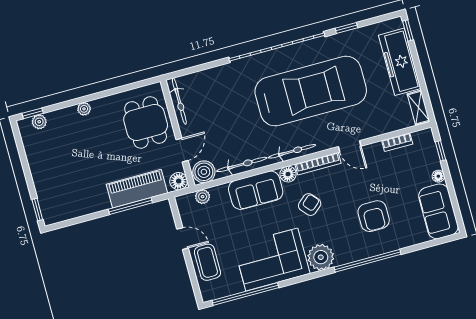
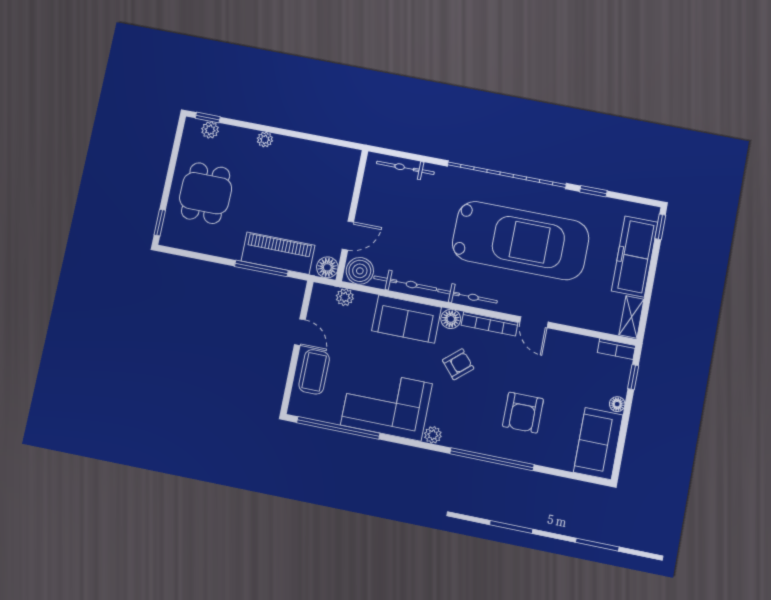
bicycle: (179, 101) -> (405, 168), moved, turned 90
dining table: (146, 122) -> (206, 193), moved
bookcase: (397, 142) -> (616, 349), moved
plant: (321, 257) -> (433, 435), width x0.53, depth x0.53

